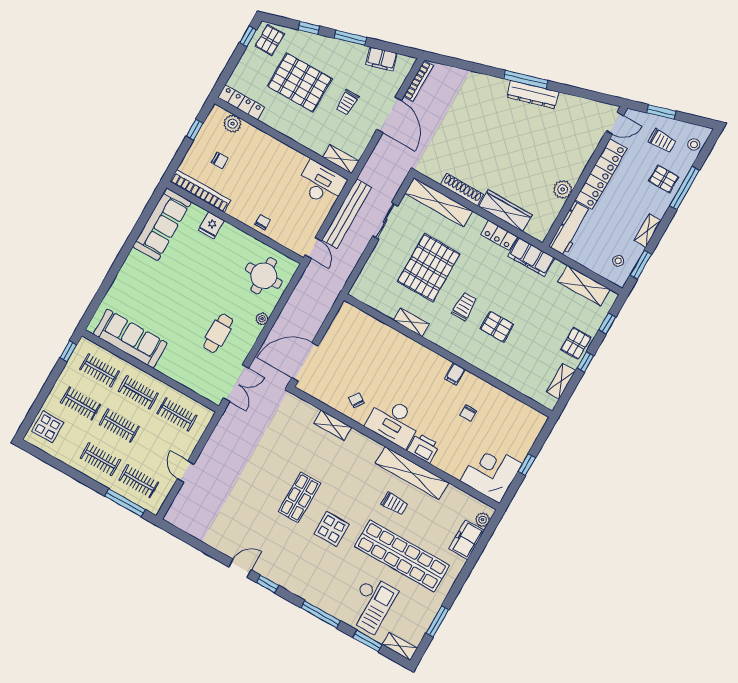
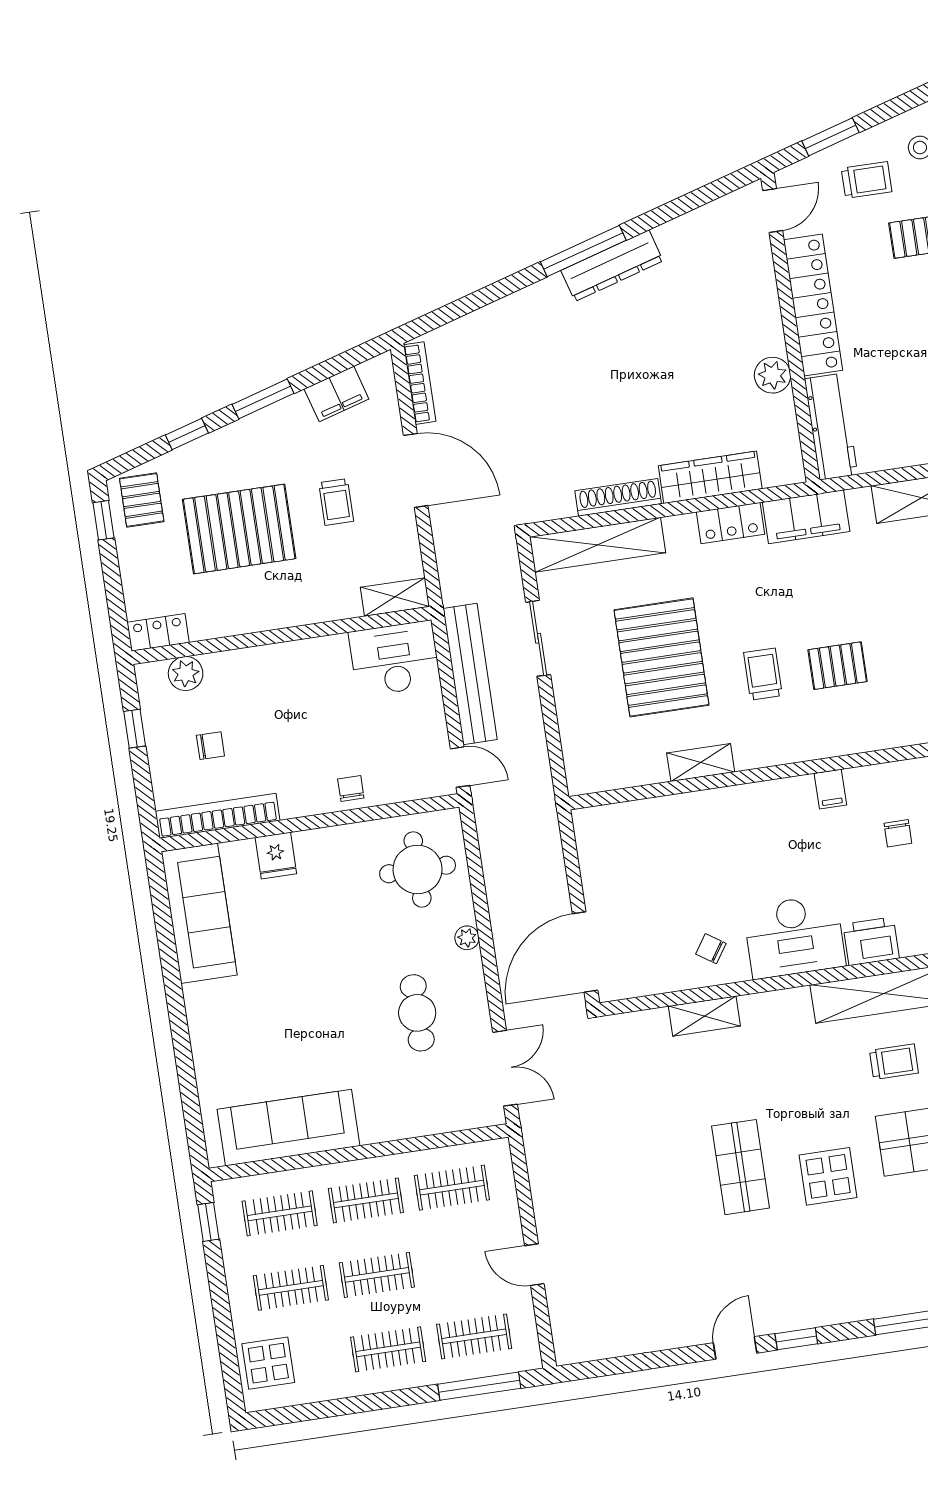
locker: (241, 102) -> (158, 632), width x0.66

